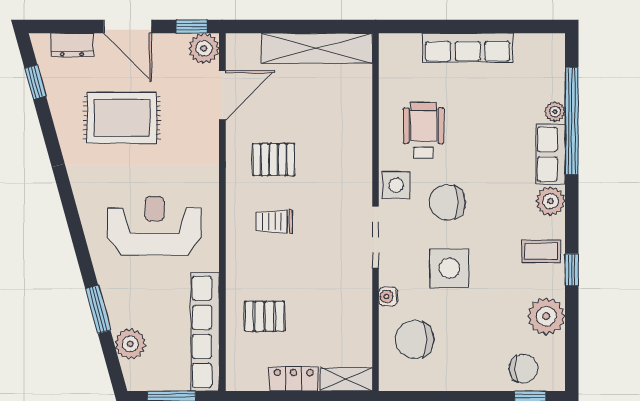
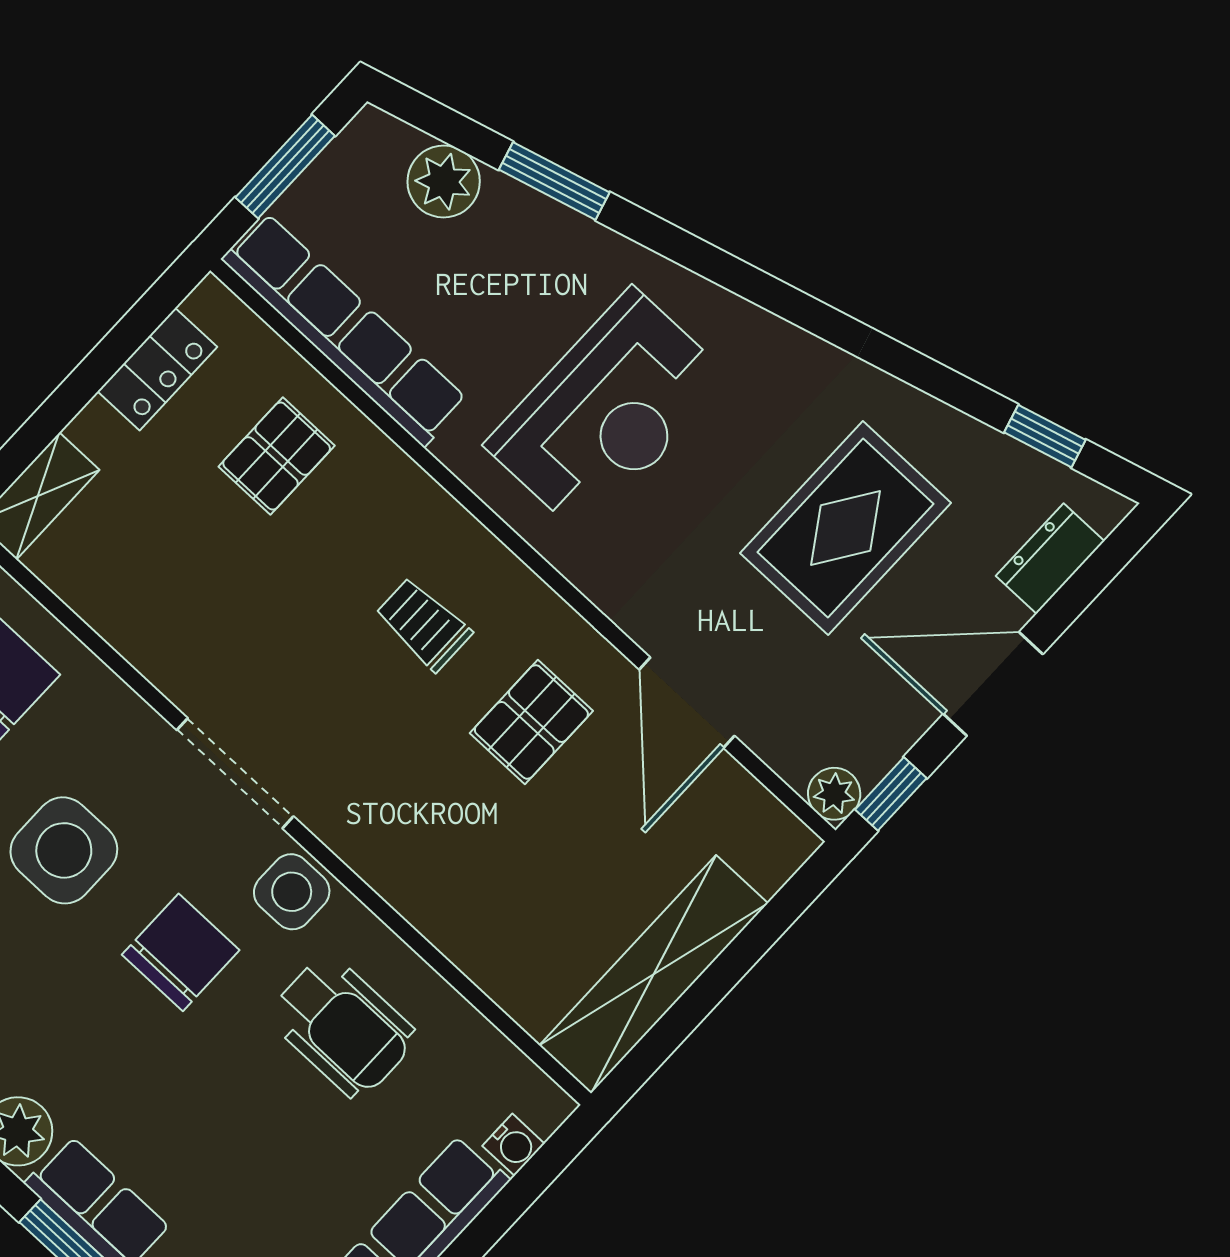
plant: (204, 48) -> (834, 794), width x0.73, depth x0.73
door: (222, 95) -> (687, 703), moved
trolley: (274, 222) -> (424, 624), turned -90
water cooler: (388, 297) -> (513, 1145), moved, turned 90
locker: (294, 379) -> (157, 369), moved

